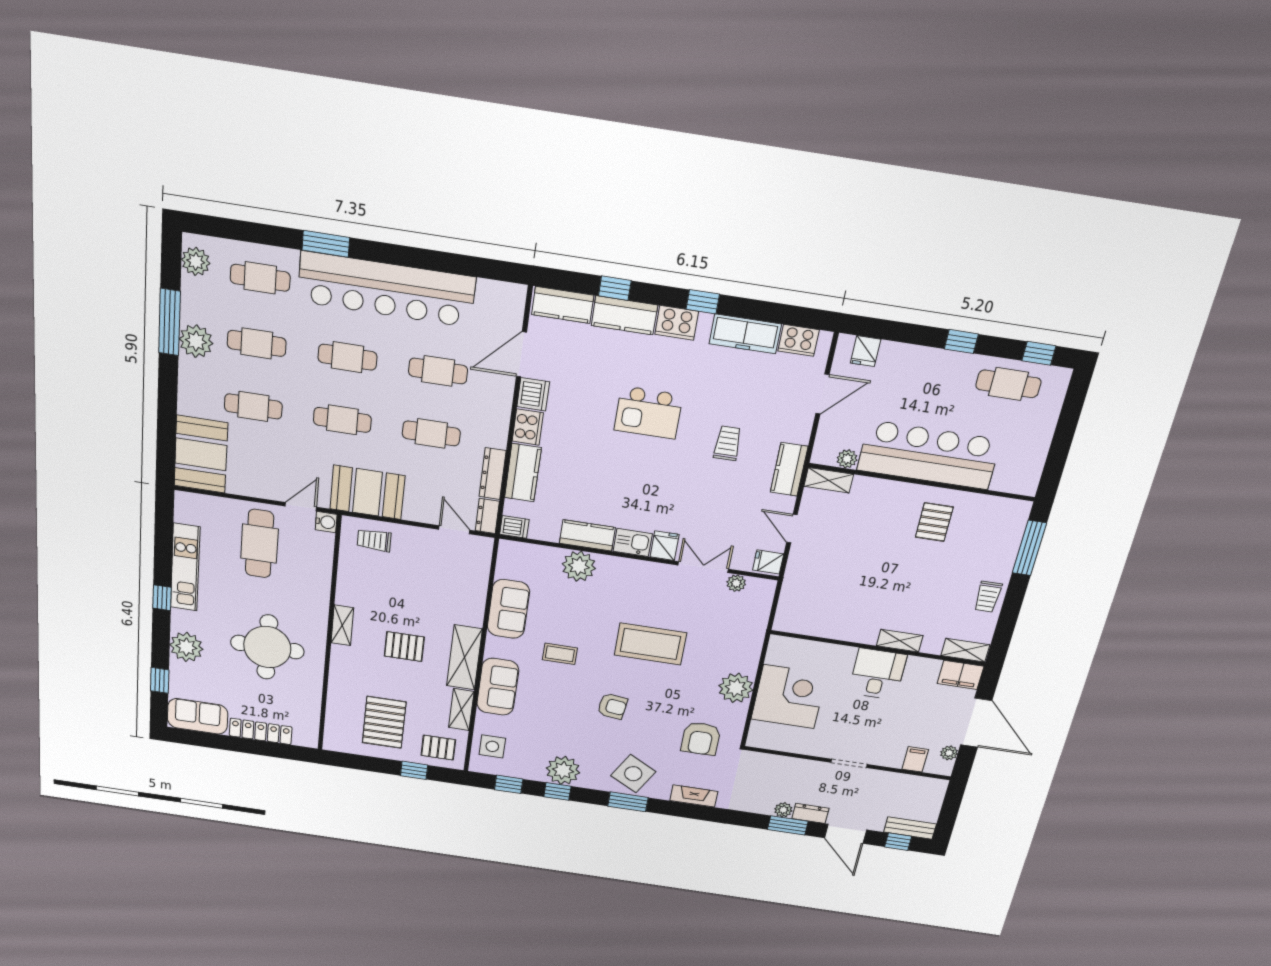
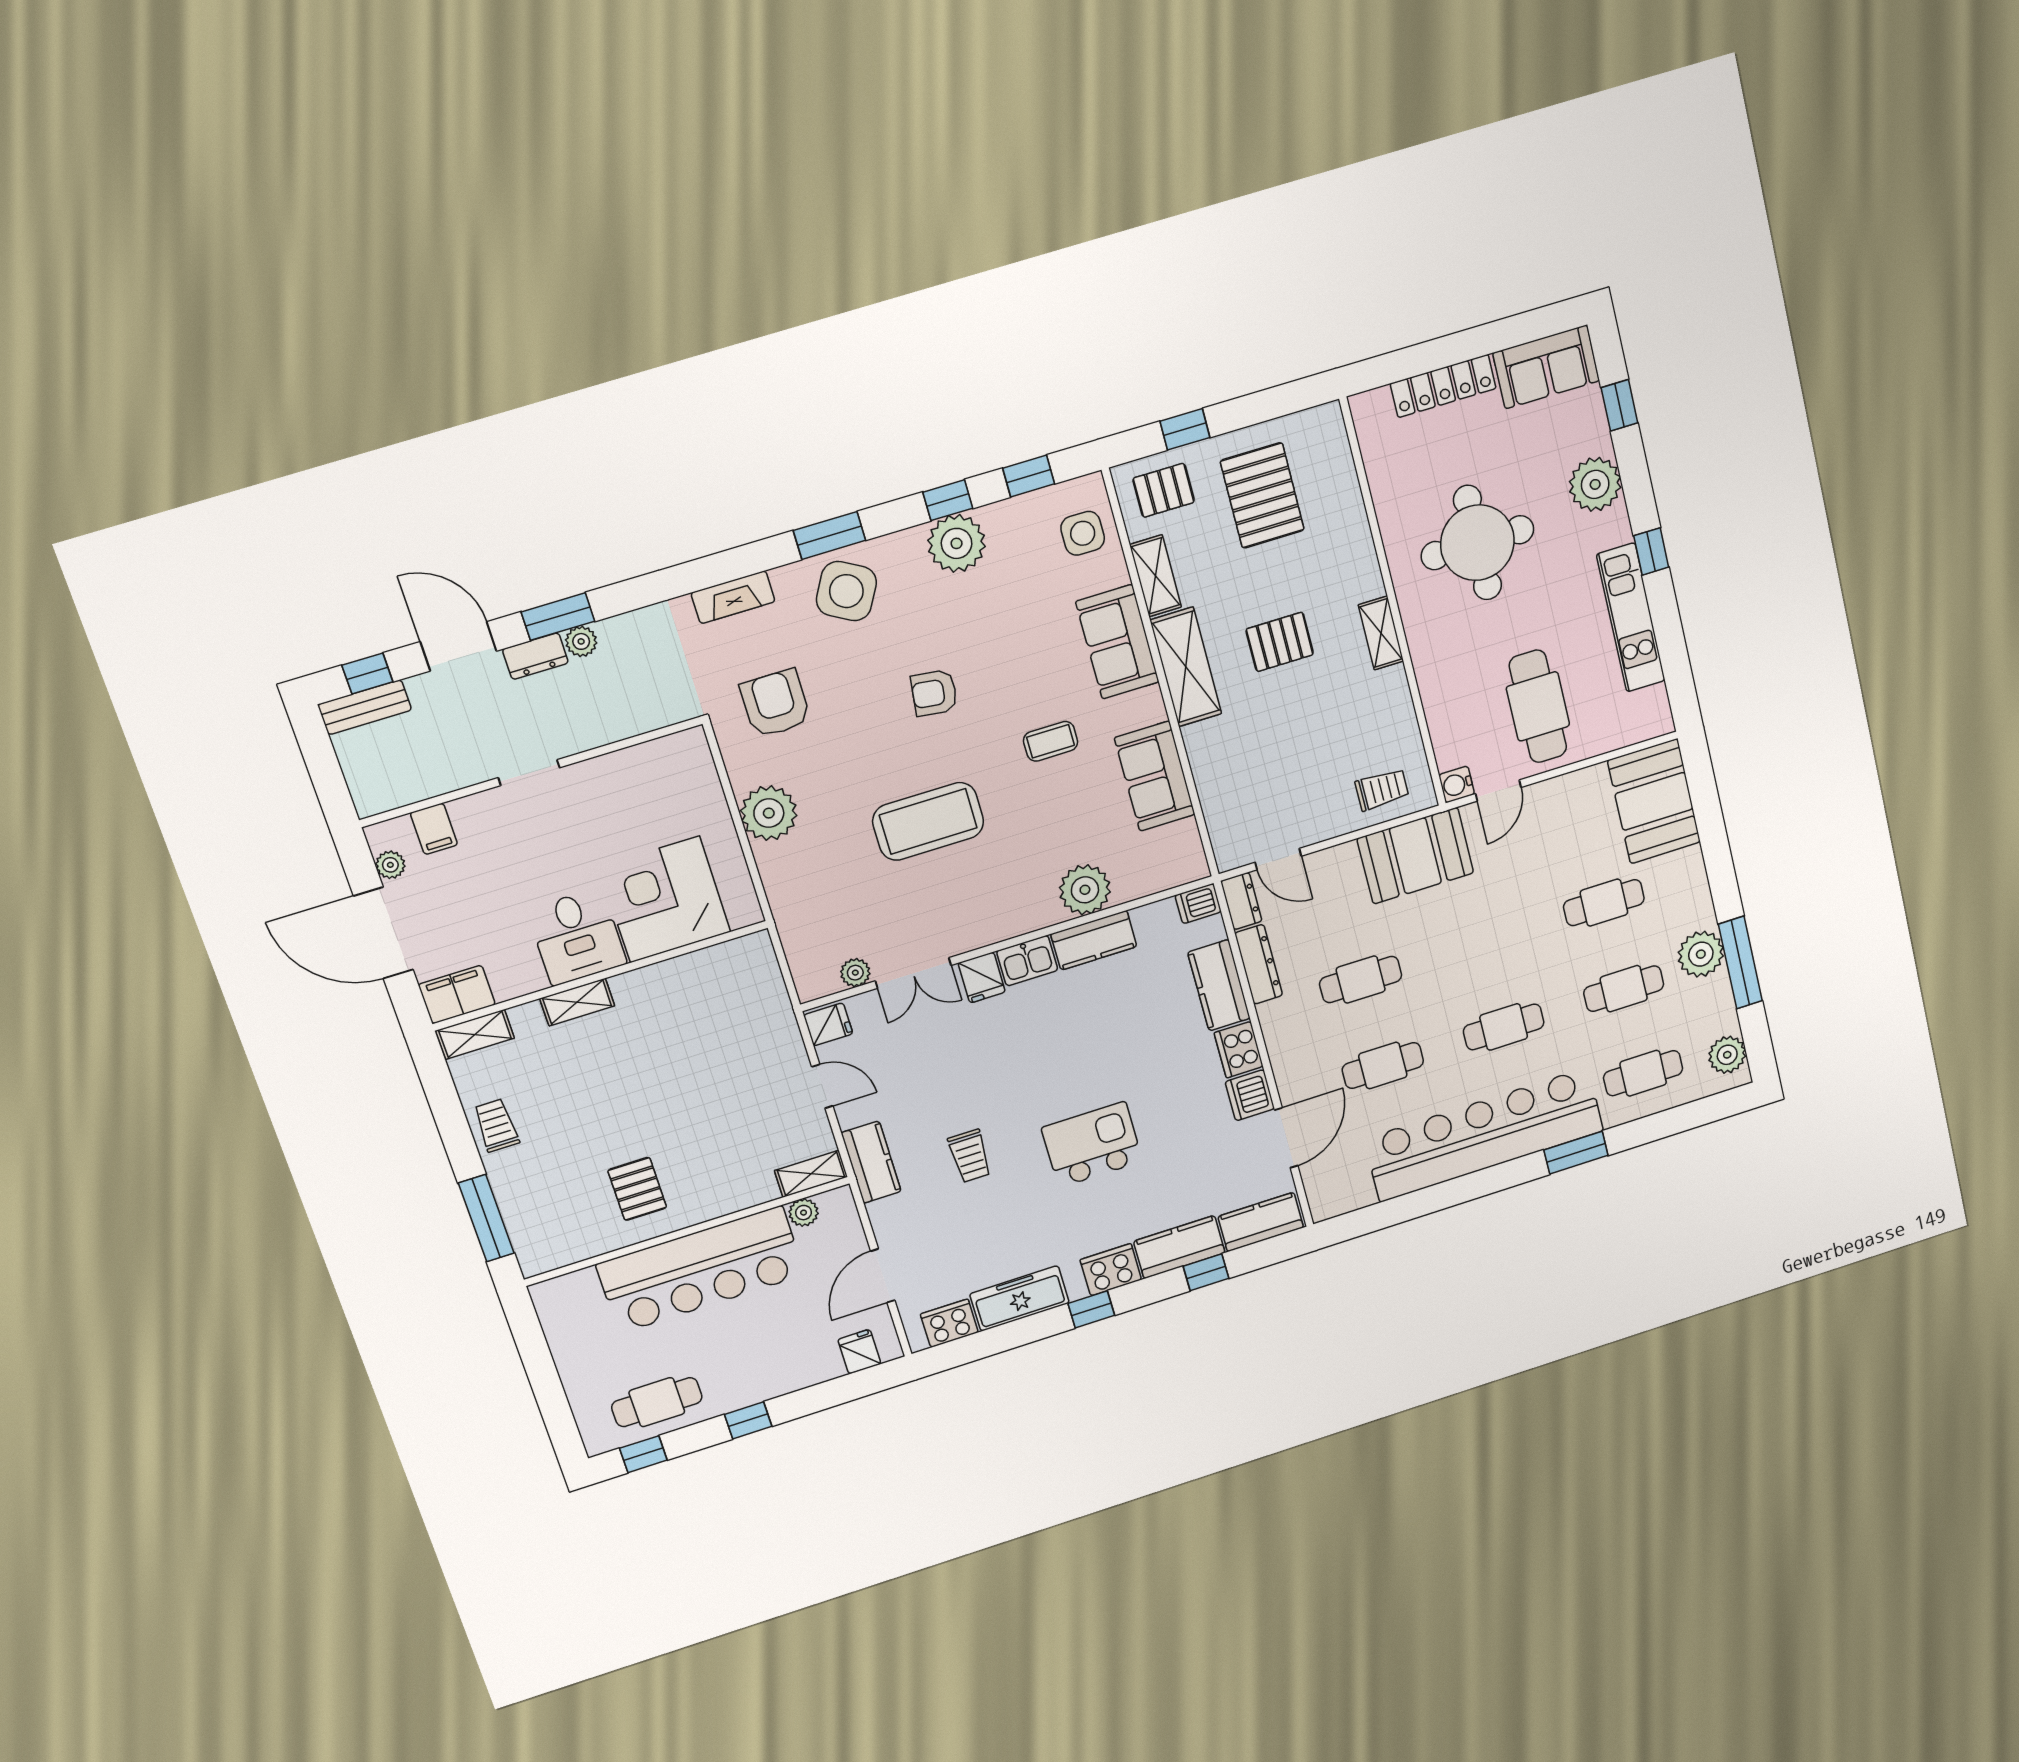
cafe table: (342, 420) -> (1483, 941), removed
corner desk: (789, 697) -> (665, 899), moved, turned 90

